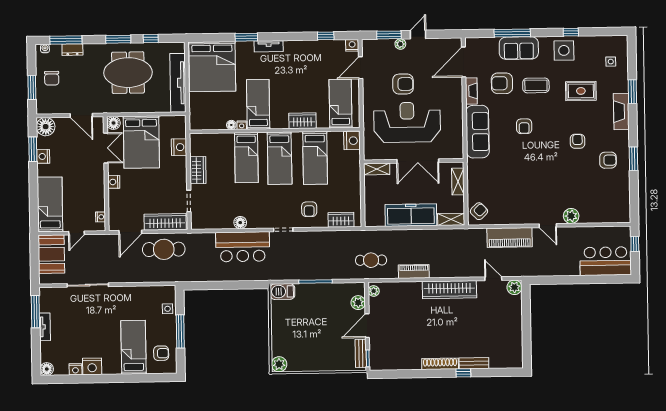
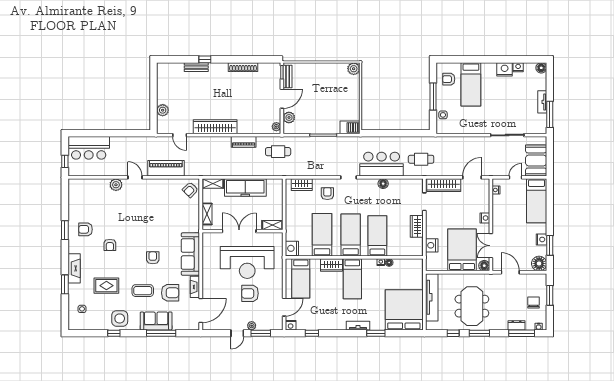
meeting table: (128, 73) -> (472, 306), turned 90
bed: (258, 104) -> (352, 279), moved
cafe table: (164, 249) -> (421, 159), moved, width x0.73, depth x0.74
plant: (514, 287) -> (163, 110), moved
shoe rack: (440, 364) -> (243, 67), moved

